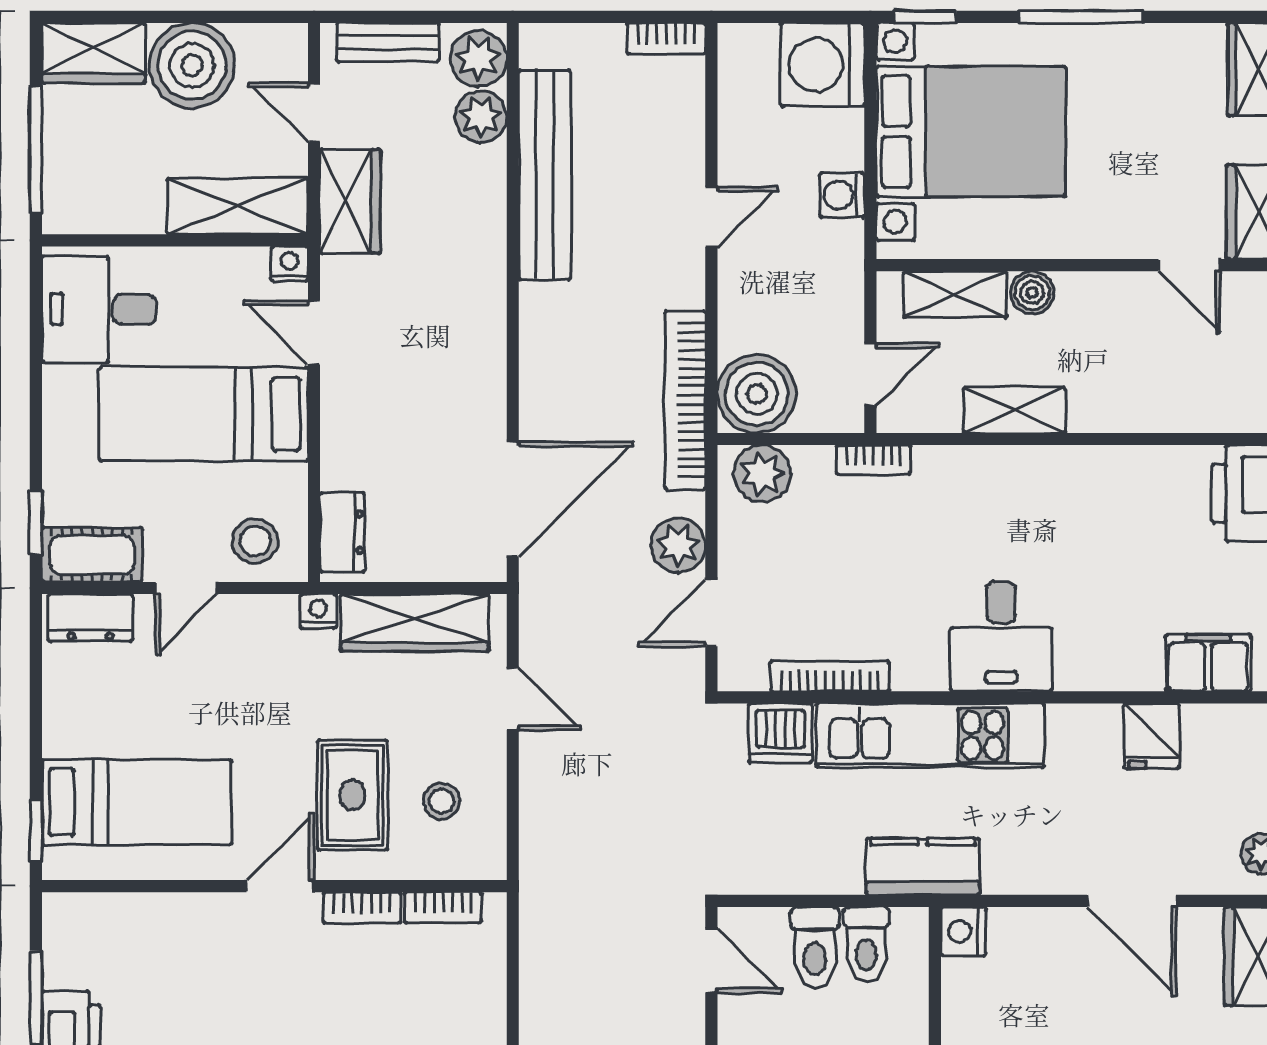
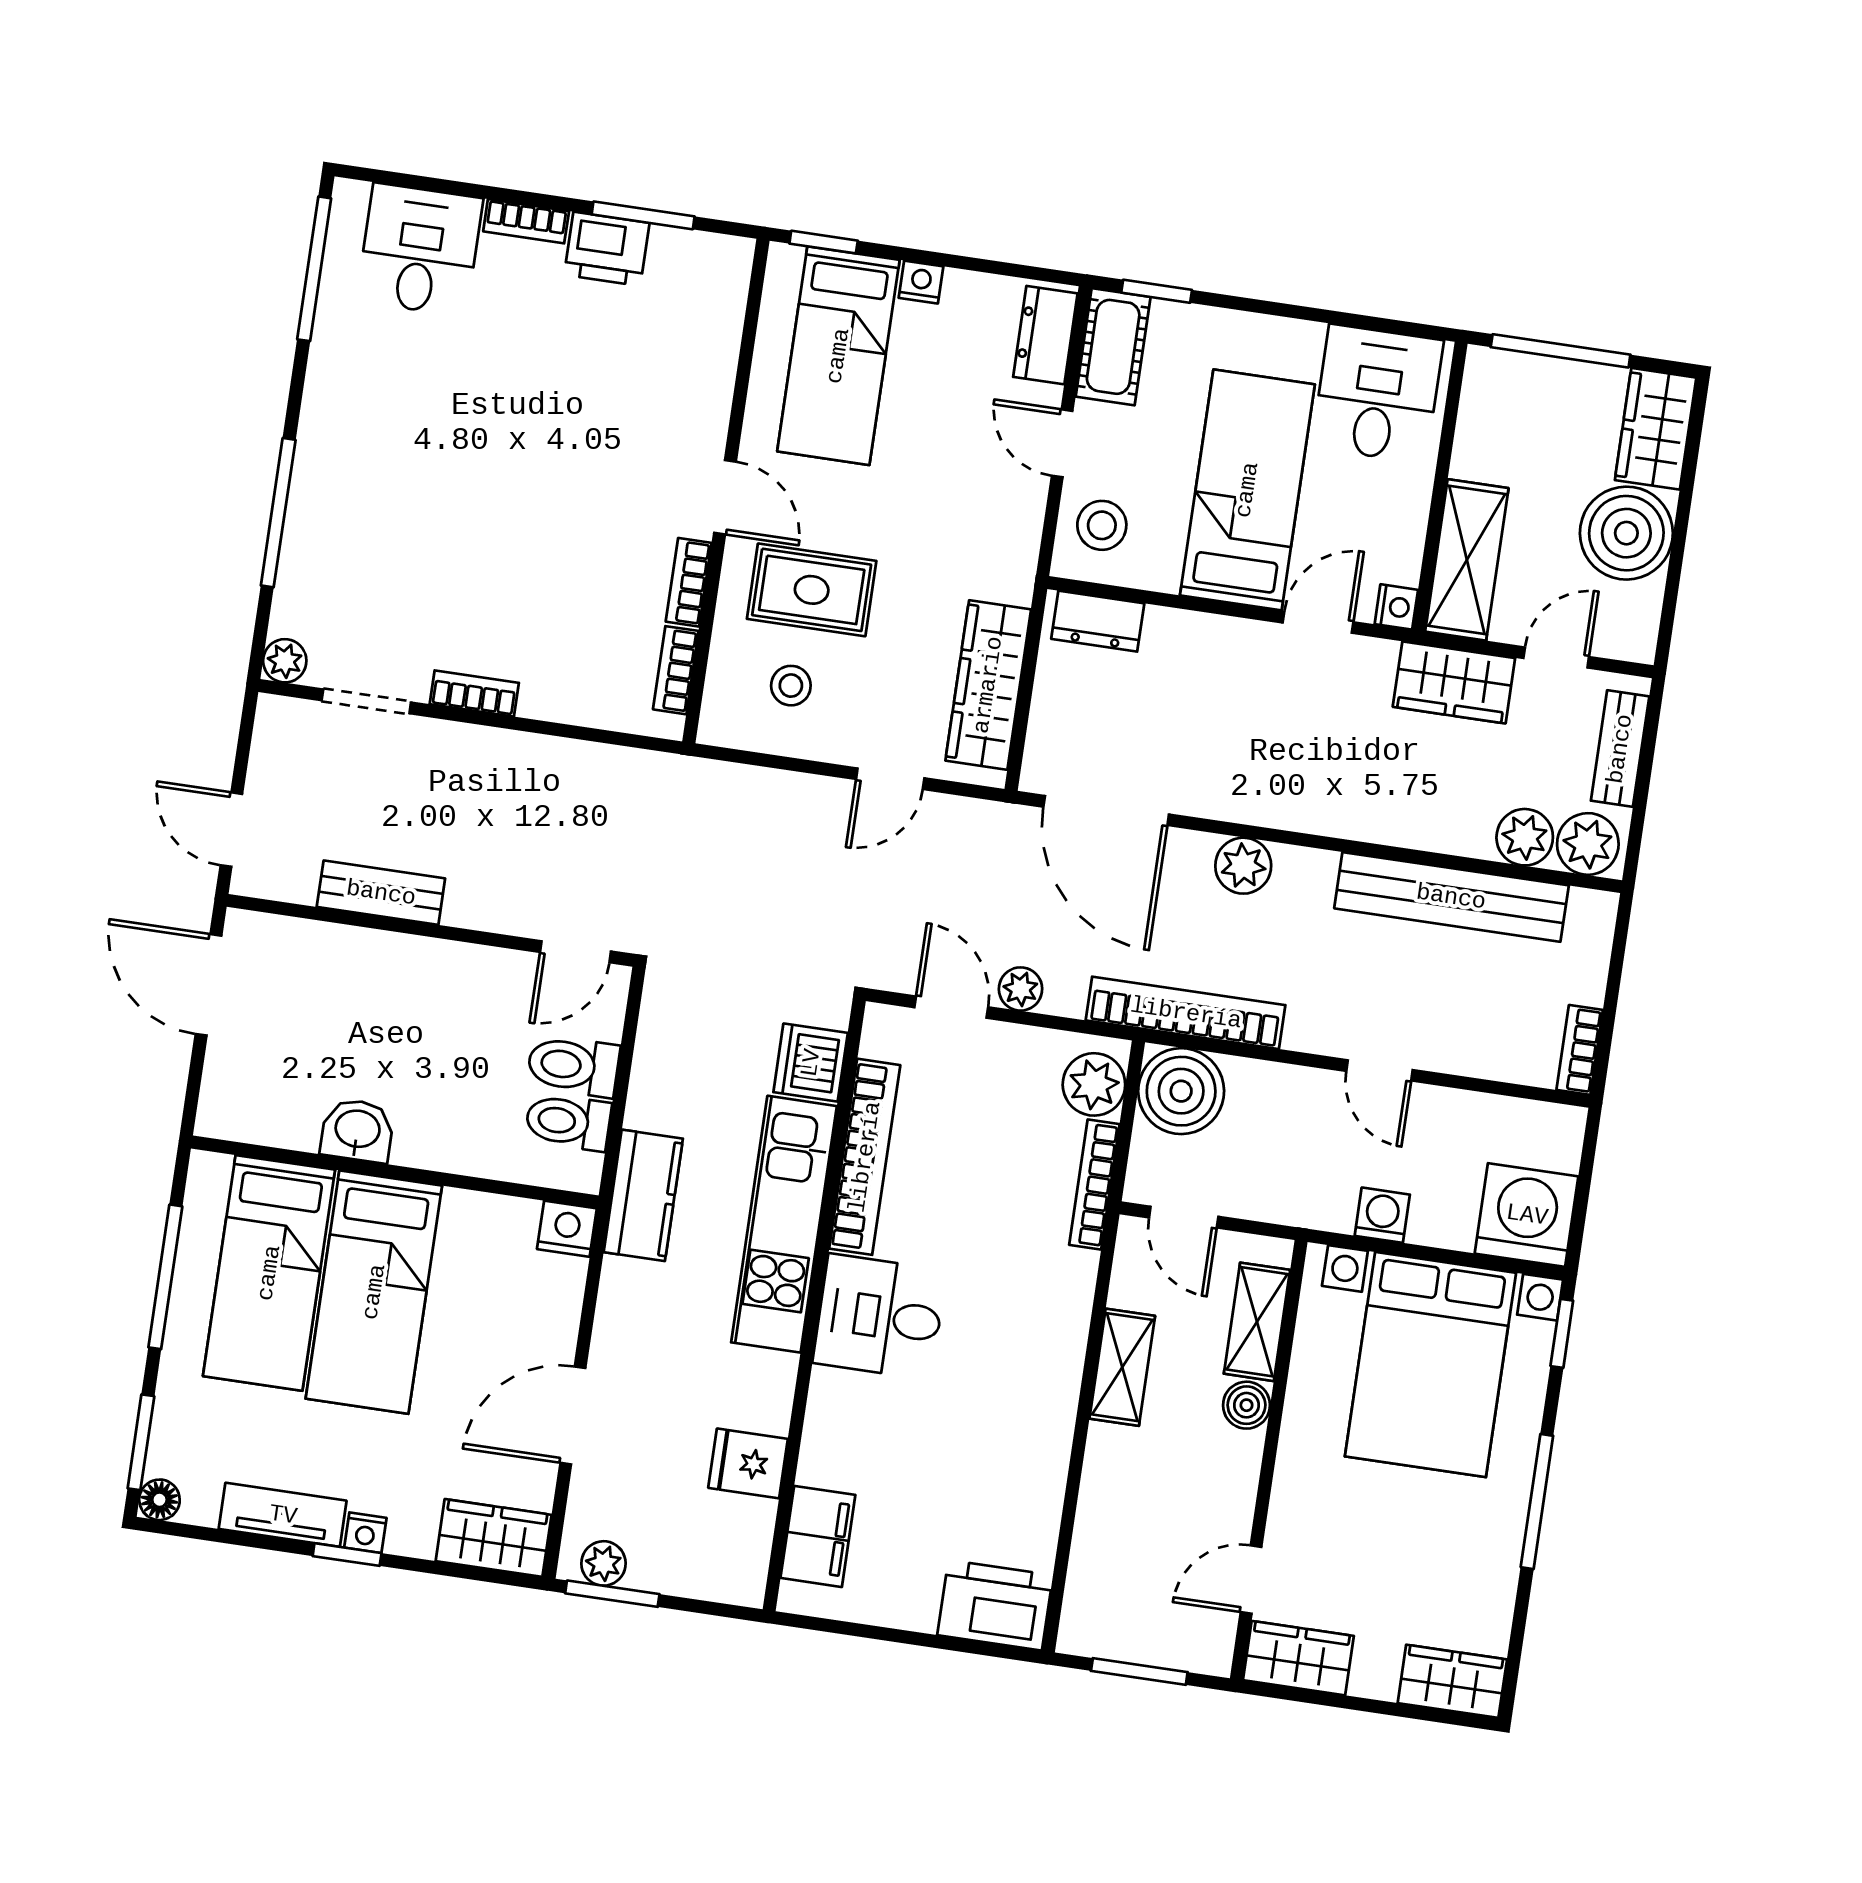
plant: (544, 368) -> (1243, 866), added
bookcase: (874, 460) -> (1094, 1185), width x1.56
plant: (678, 545) -> (1021, 989), width x0.73, depth x0.73
nightstand: (318, 611) -> (921, 282), moved, turned -90
bookcase: (830, 676) -> (865, 1157), width x1.48, depth x1.31

